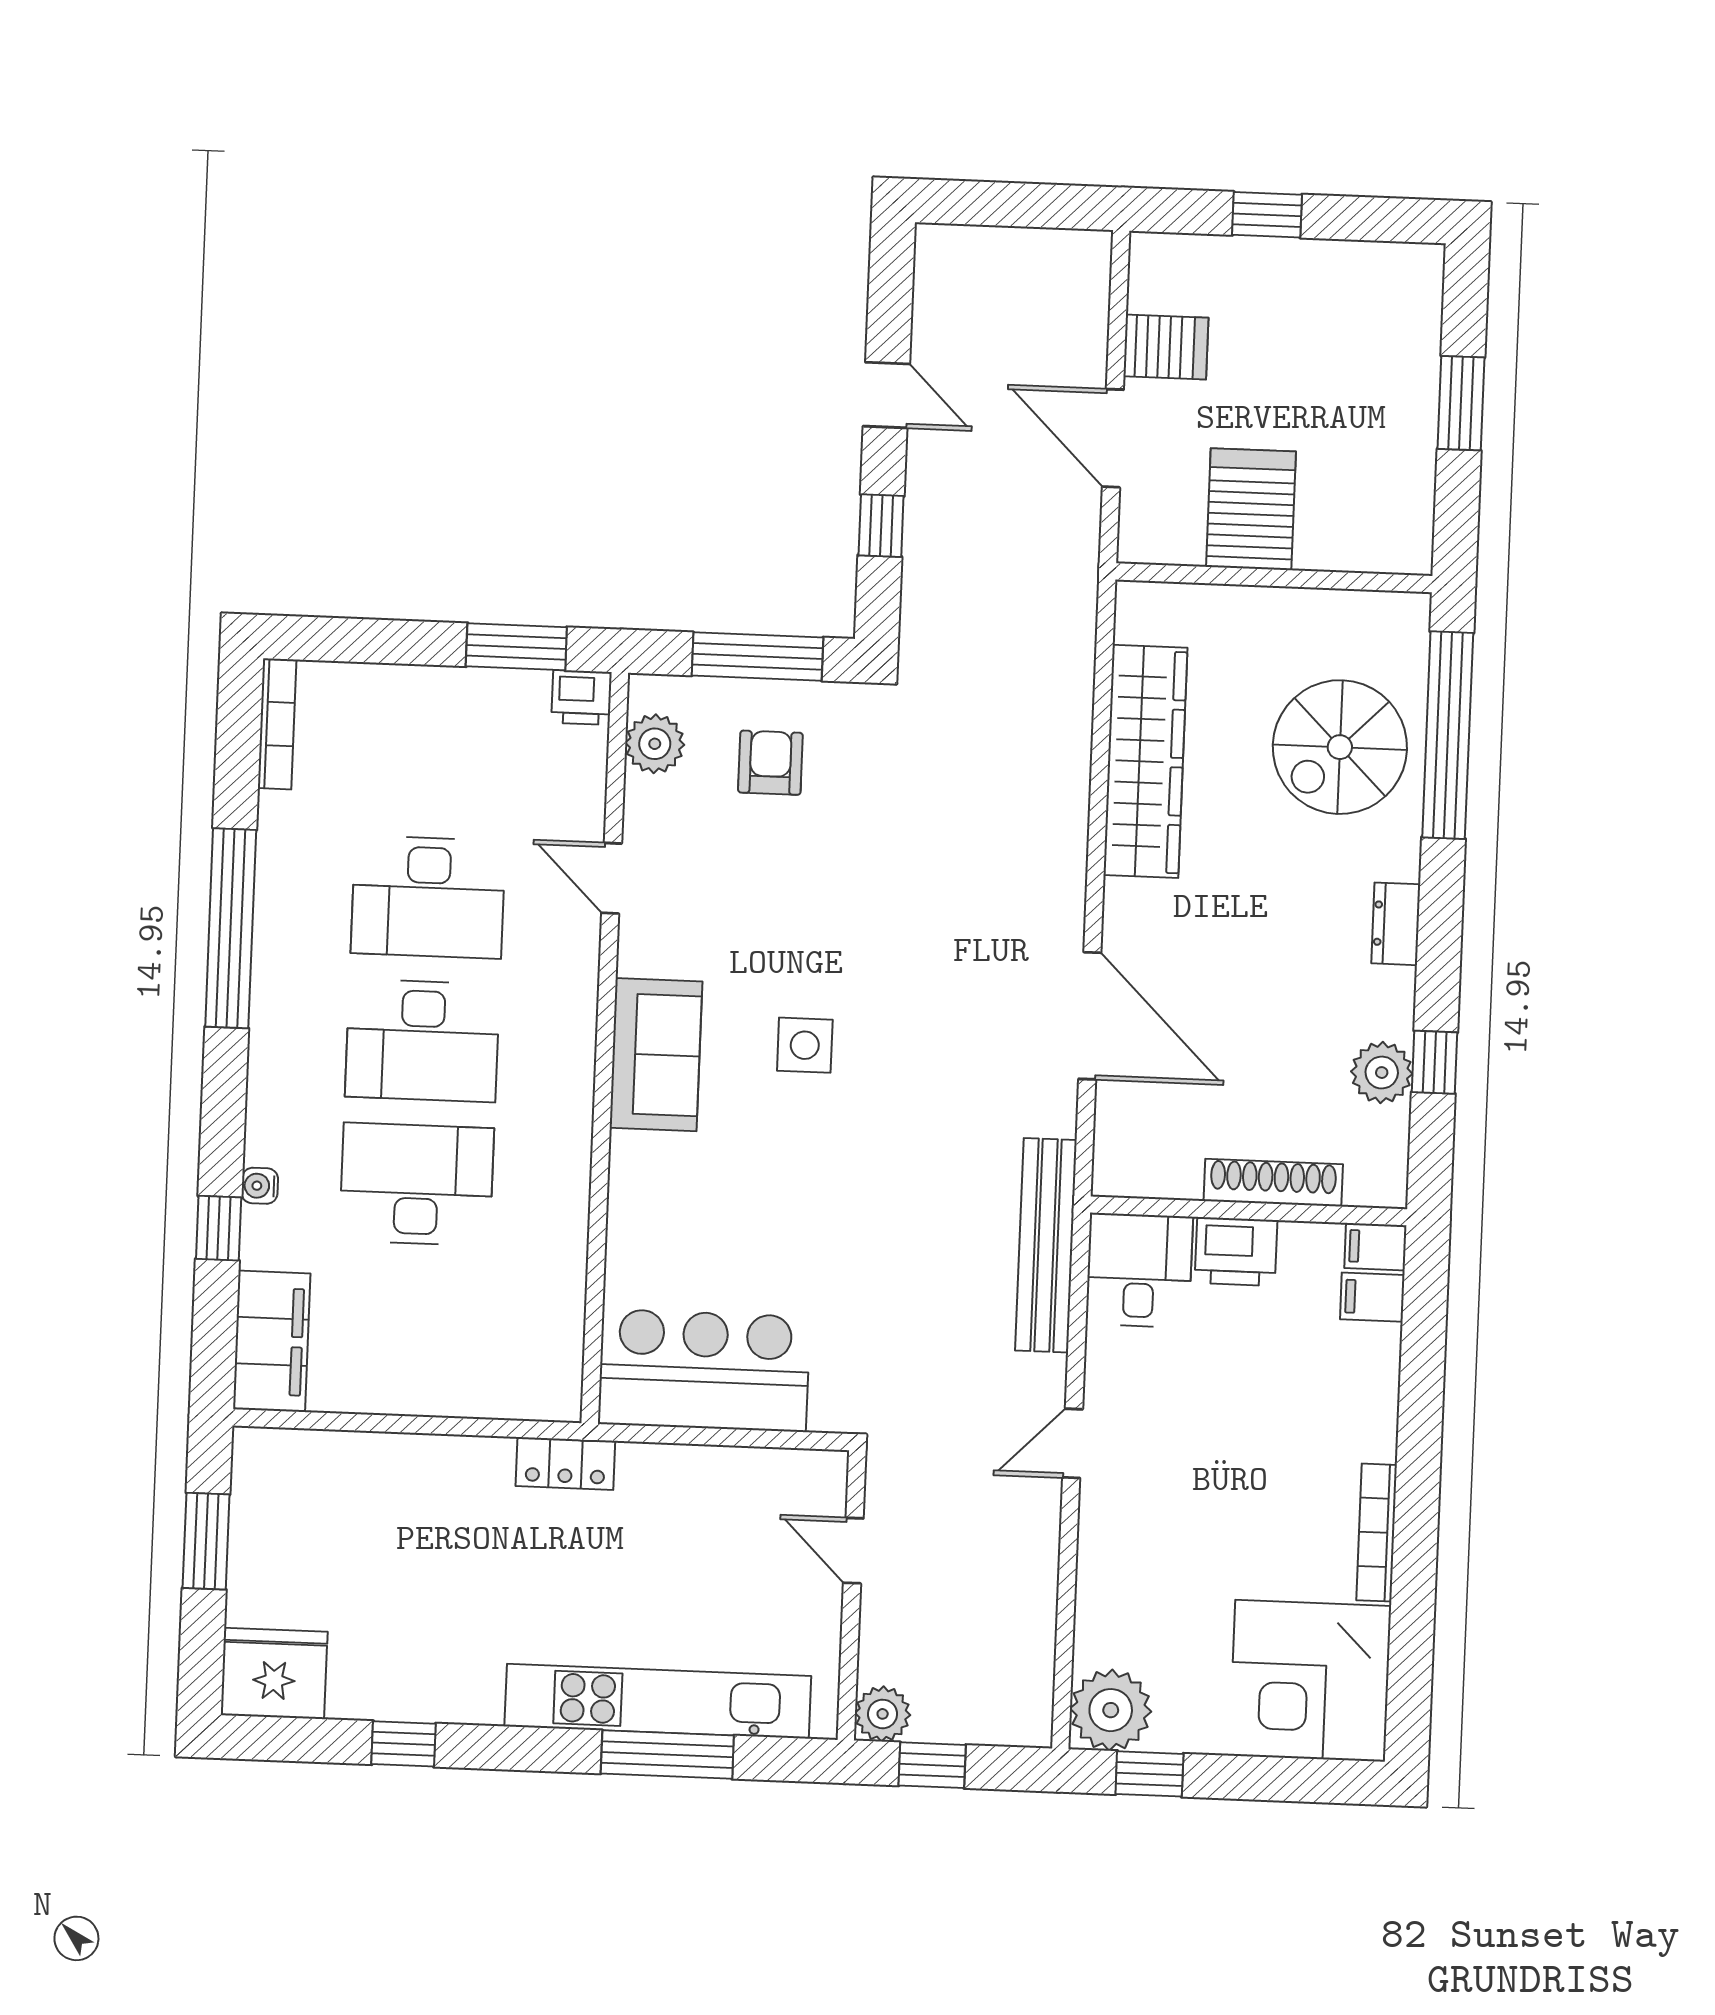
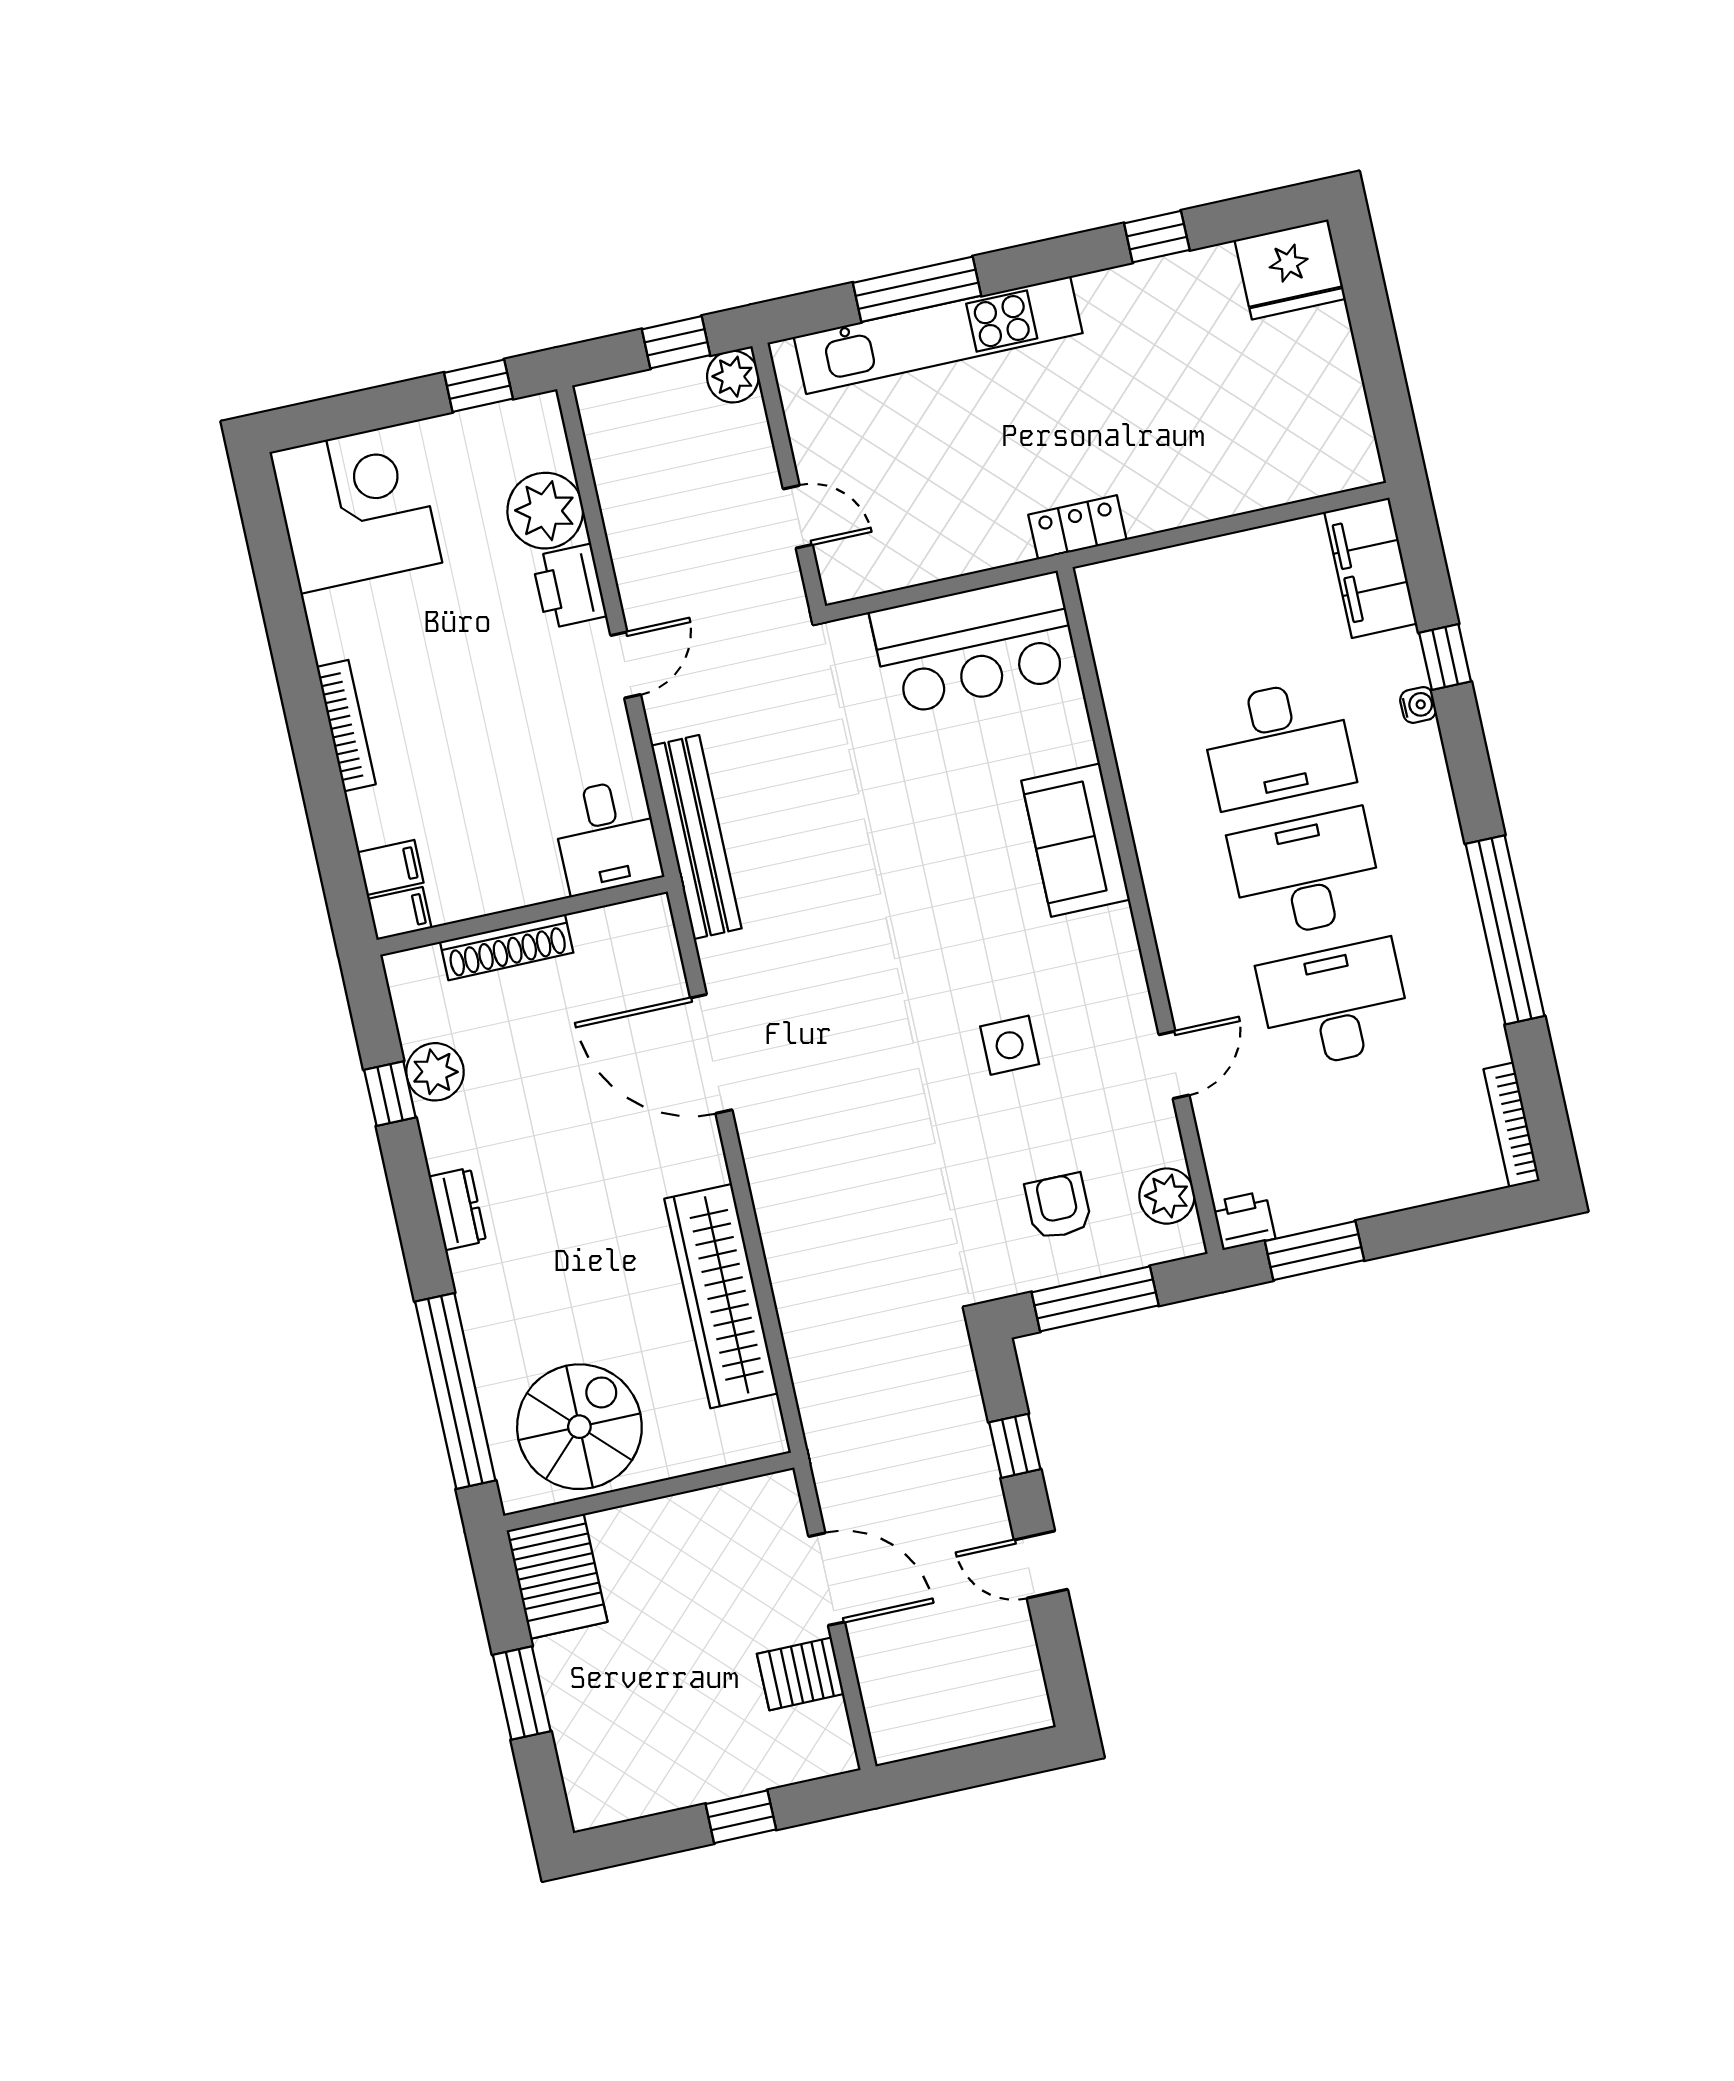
server rack: (1251, 509) -> (557, 1576), moved
spiral stairs: (1340, 747) -> (579, 1427), moved
armchair: (770, 763) -> (1058, 1206), turned 180
door: (612, 878) -> (1174, 1065), hinge flipped
side table: (805, 1045) -> (1010, 1045), moved
sofa: (656, 1055) -> (1076, 840), moved
printer: (1236, 1252) -> (569, 586), moved, turned -90
bookcase: (1377, 1533) -> (346, 726), moved
window: (206, 1541) -> (1382, 372), removed
plant: (1111, 1710) -> (545, 511), moved

